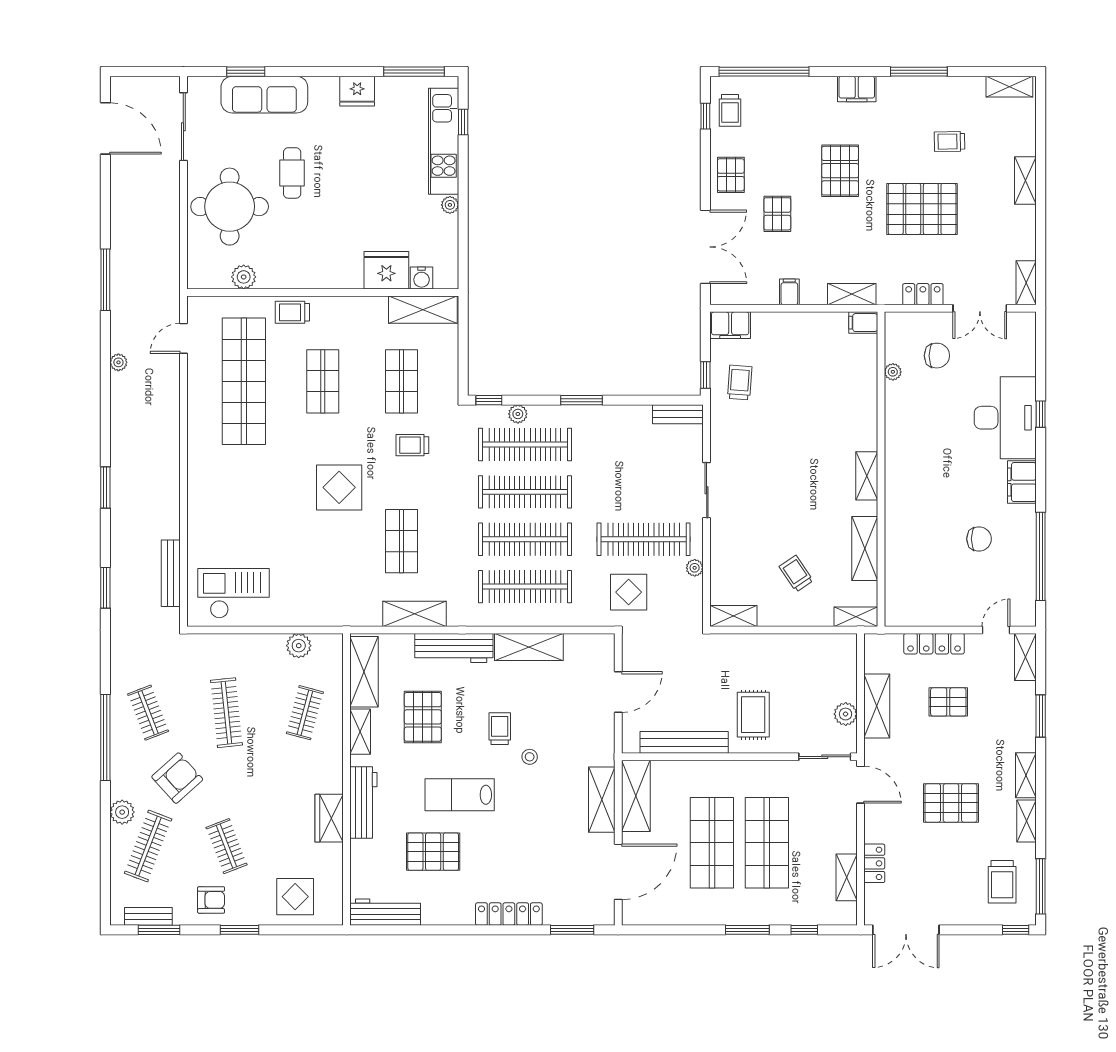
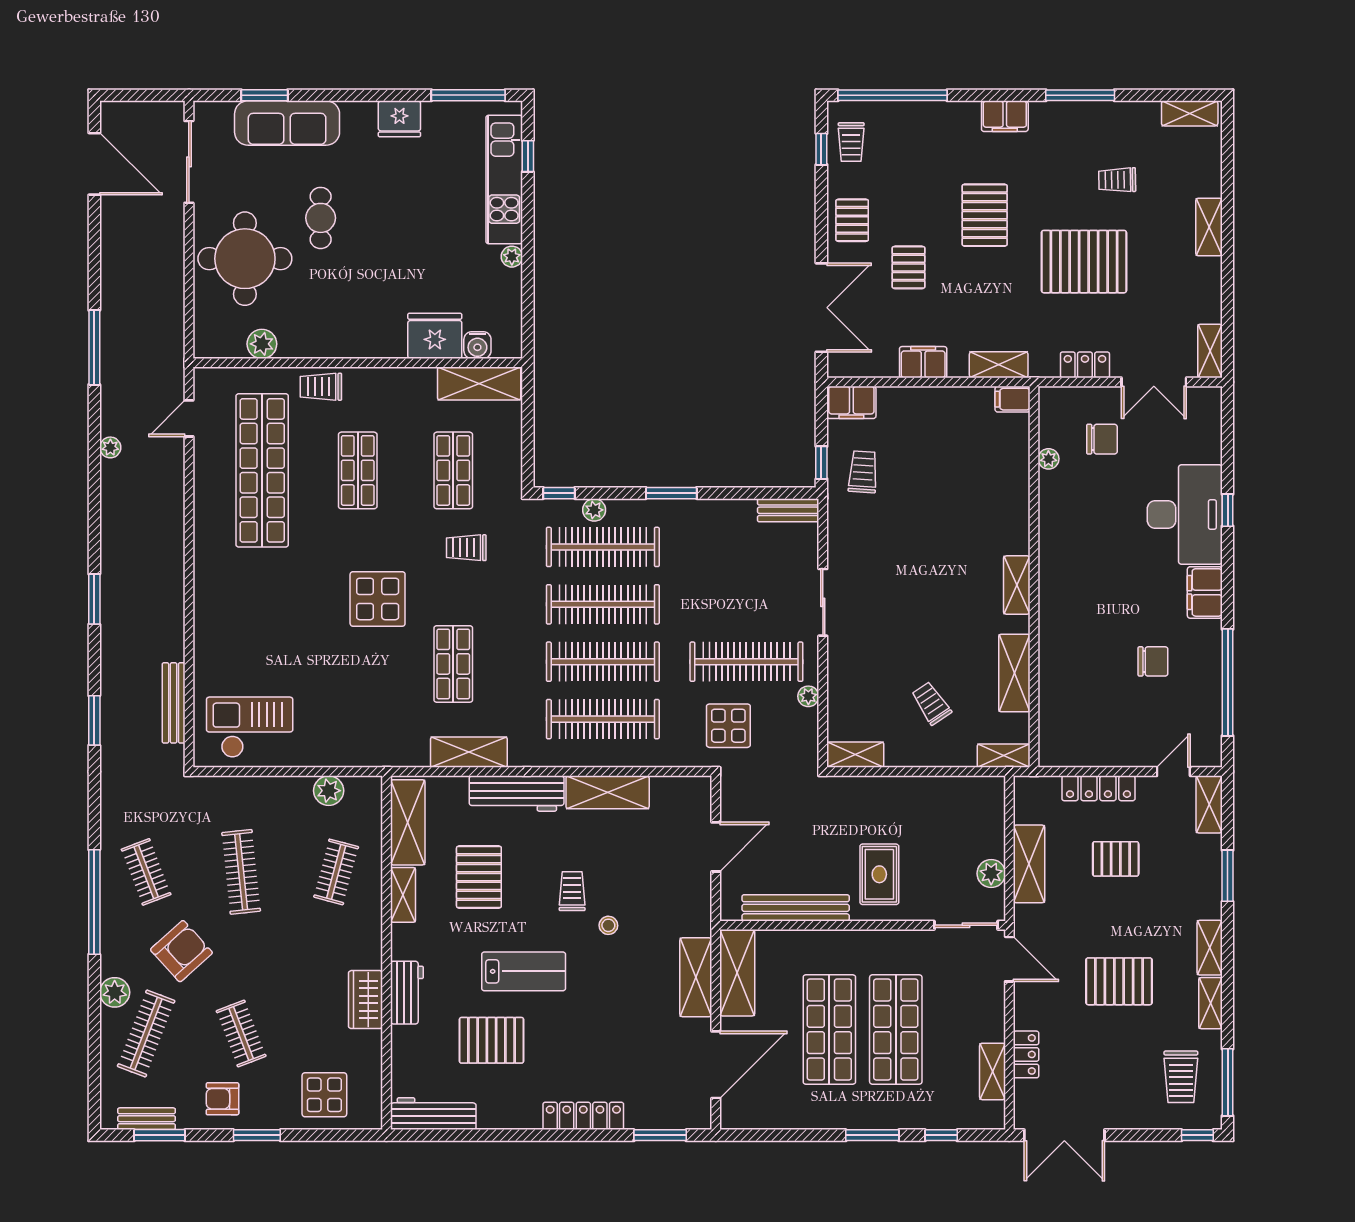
filing cabinet: (789, 292) -> (923, 362), width x2.00
lab bench: (460, 795) -> (524, 971), turned 180
workbench: (363, 803) -> (407, 993), width x0.73
armchair: (211, 900) -> (222, 1099), turned 180

